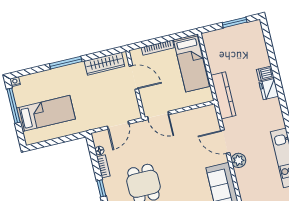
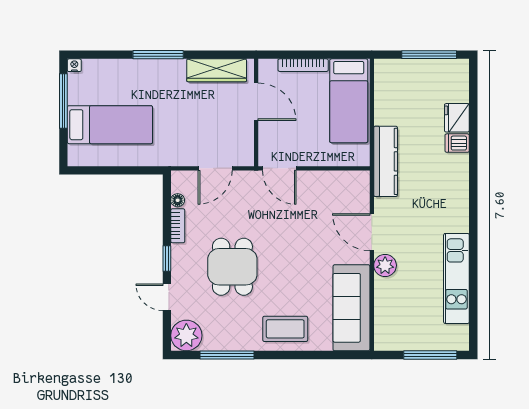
window: (235, 22) -> (429, 55), width x1.44
fridge: (269, 89) -> (457, 118), moved

